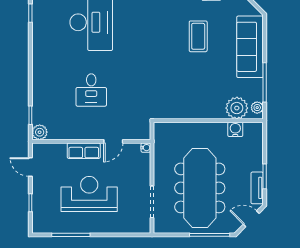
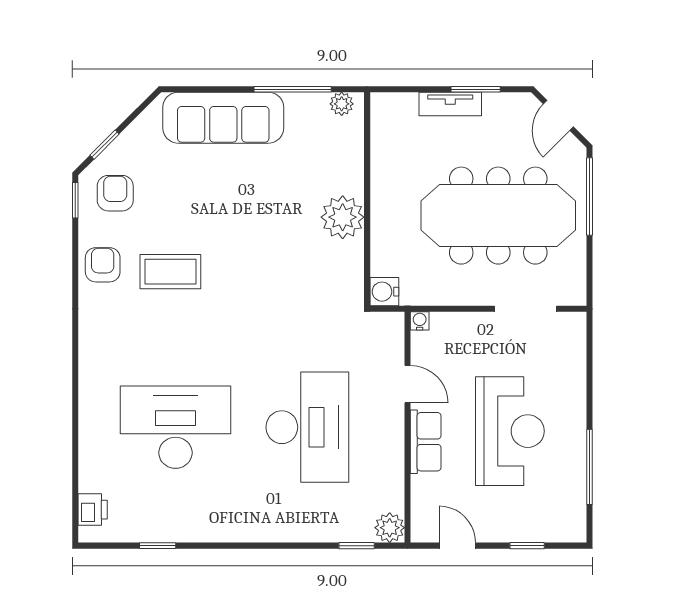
coffee table: (198, 36) -> (170, 272), moved
desk: (91, 90) -> (307, 427), width x1.87, depth x1.30
plant: (237, 108) -> (343, 217), moved
water cooler: (235, 129) -> (384, 292), moved
door: (30, 167) -> (457, 546), swing flipped
tv unit: (257, 188) -> (450, 104), moved
reception desk: (89, 194) -> (510, 431), turned 180

